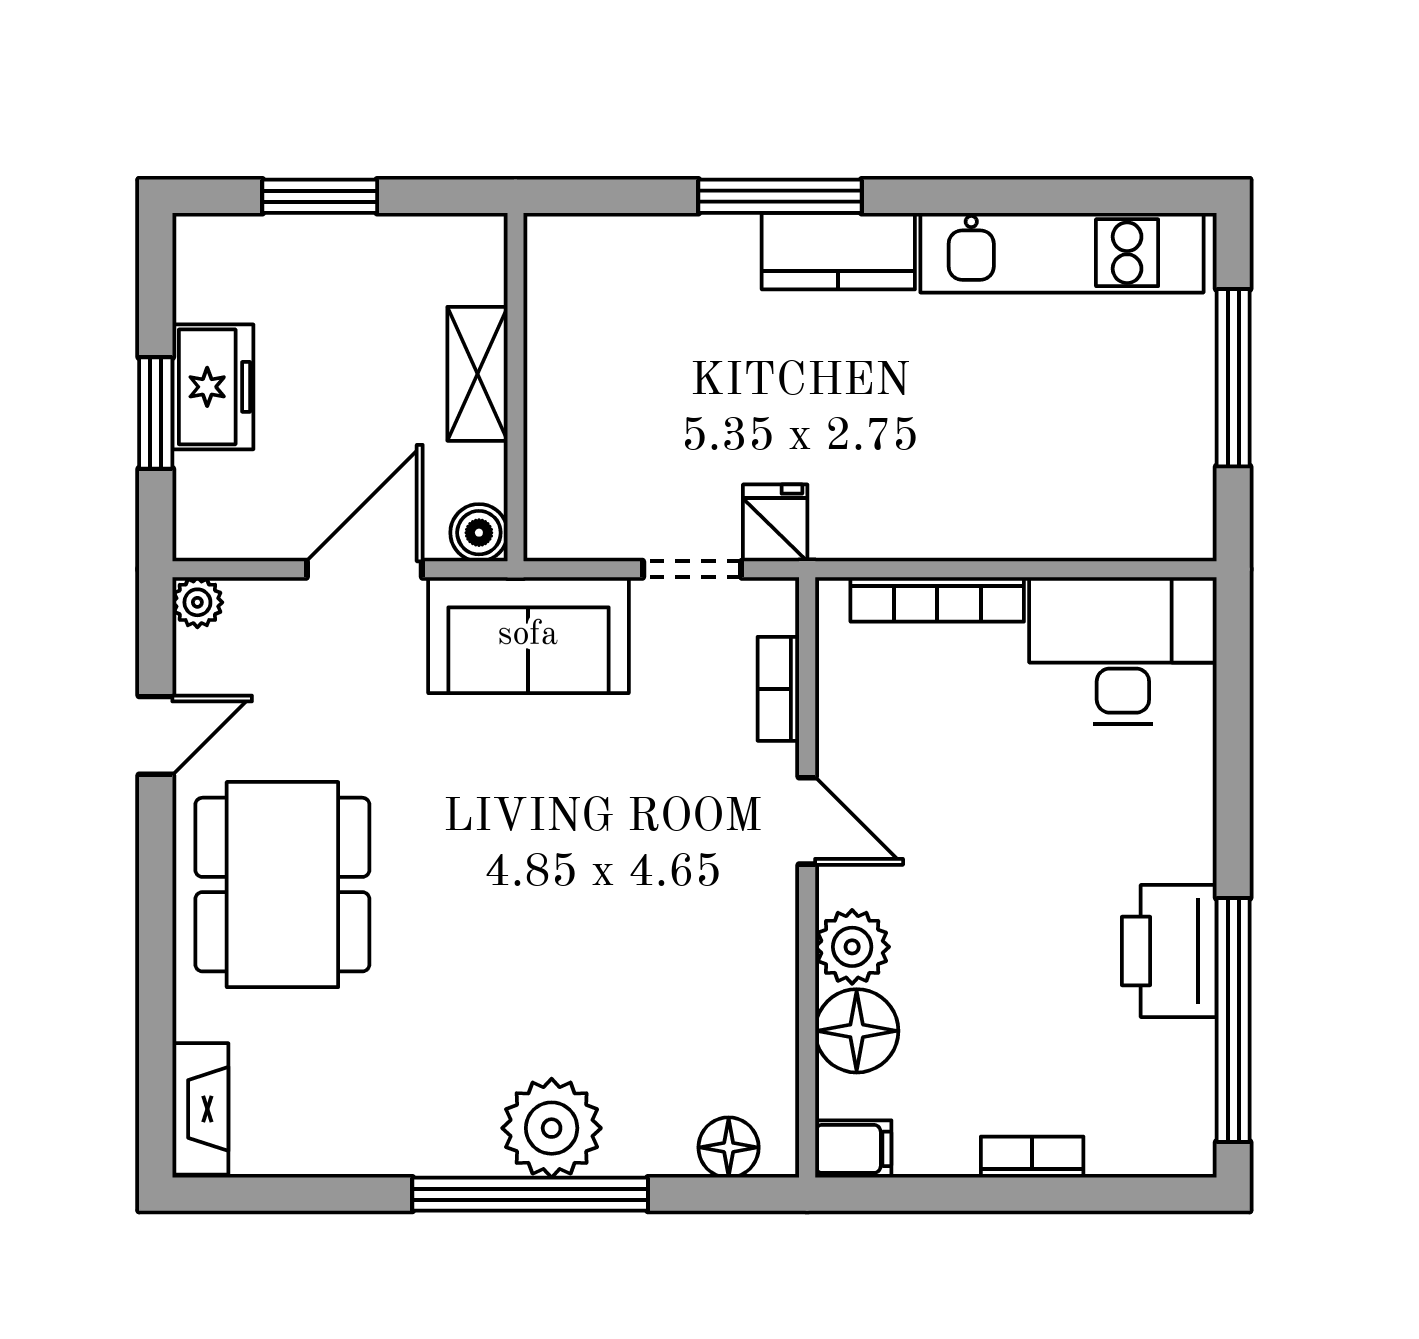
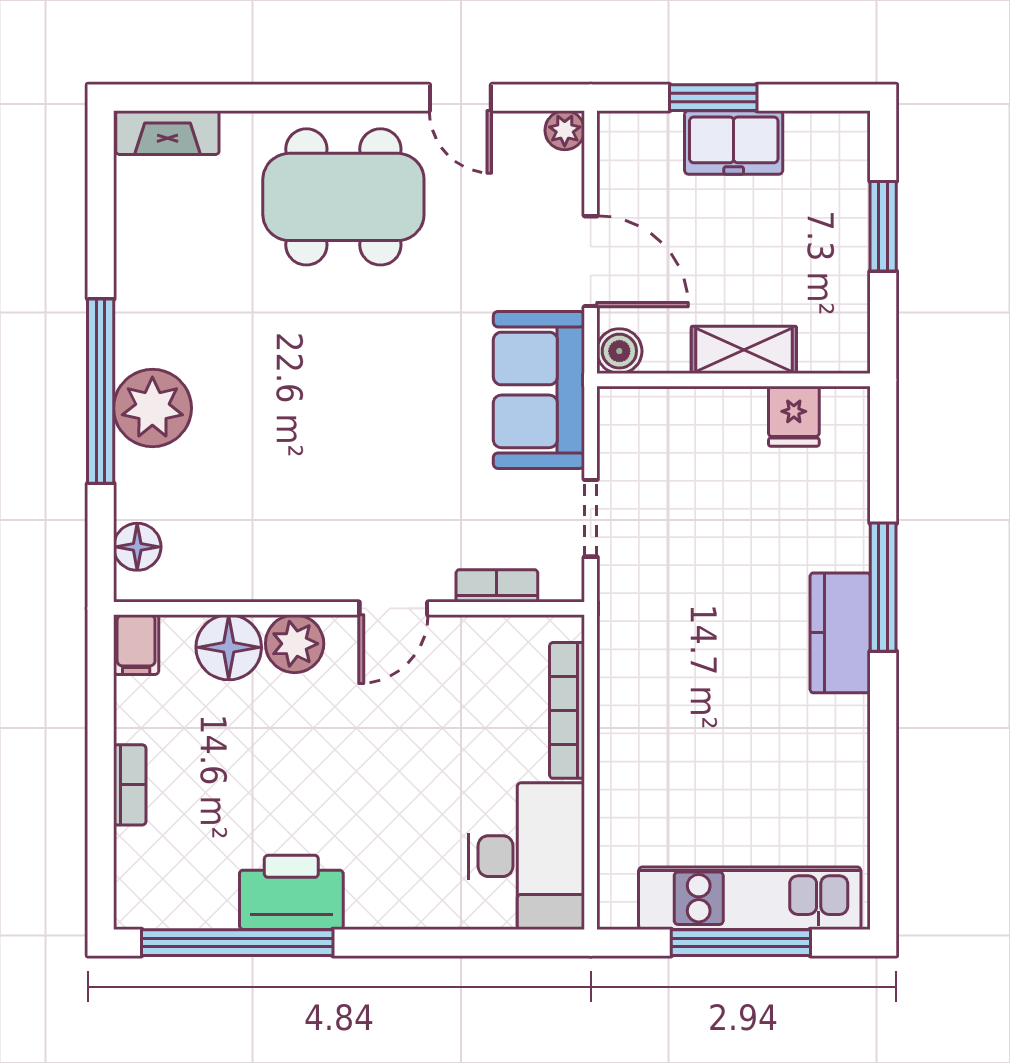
kitchen unit: (1062, 253) -> (750, 898), moved, turned 90
fridge: (775, 523) -> (794, 416), moved, turned 90

